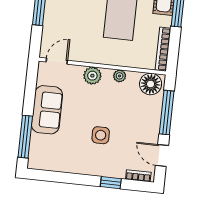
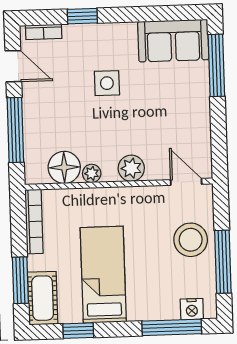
stool: (59, 22) -> (191, 240), added
door: (57, 61) -> (186, 182), swing flipped
floor lamp: (151, 84) -> (64, 167), moved
sofa: (47, 110) -> (173, 41), moved, turned -90

